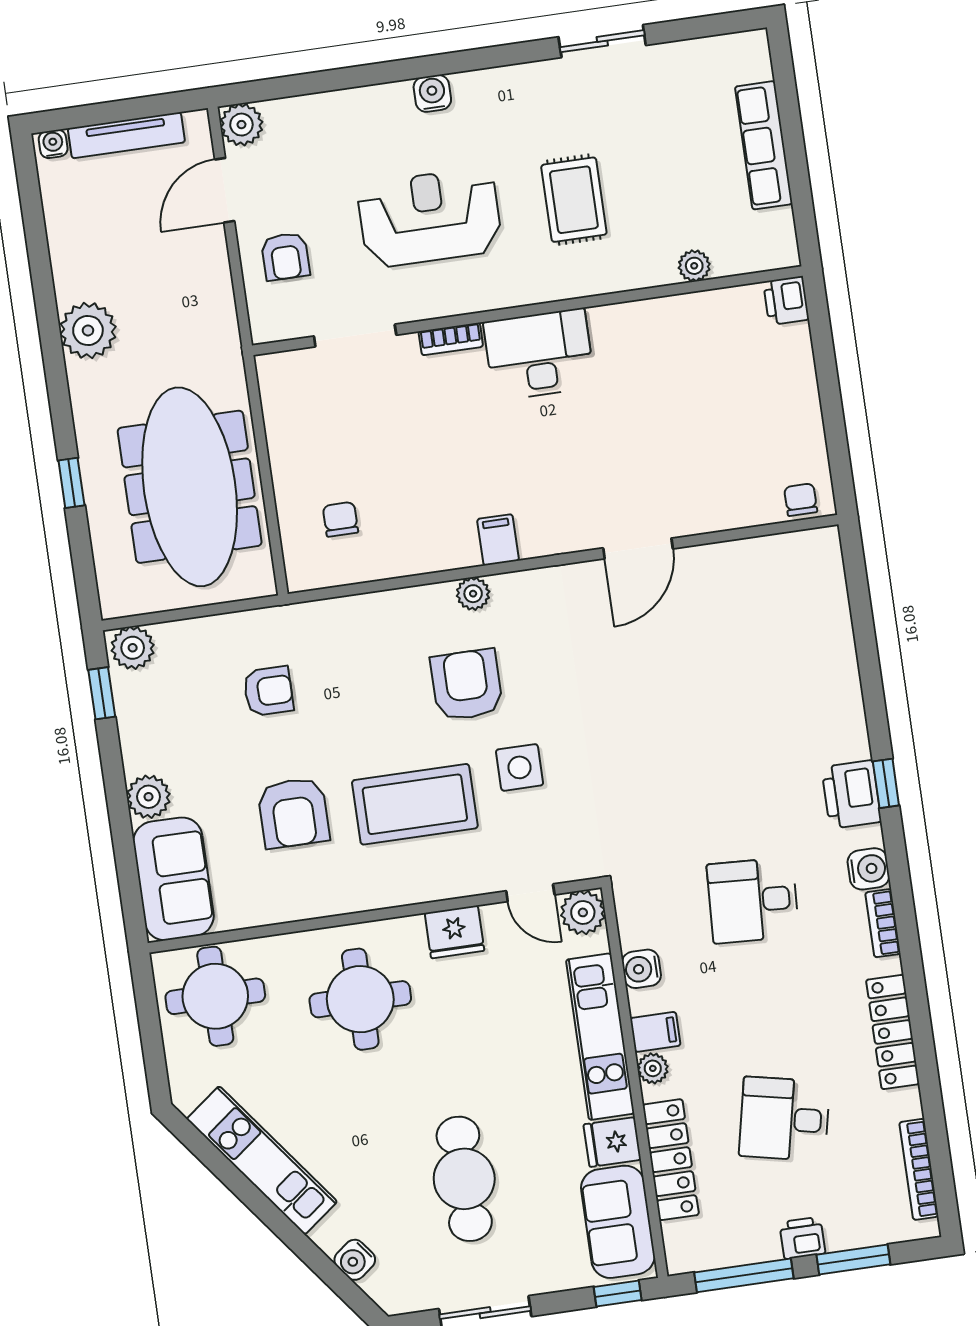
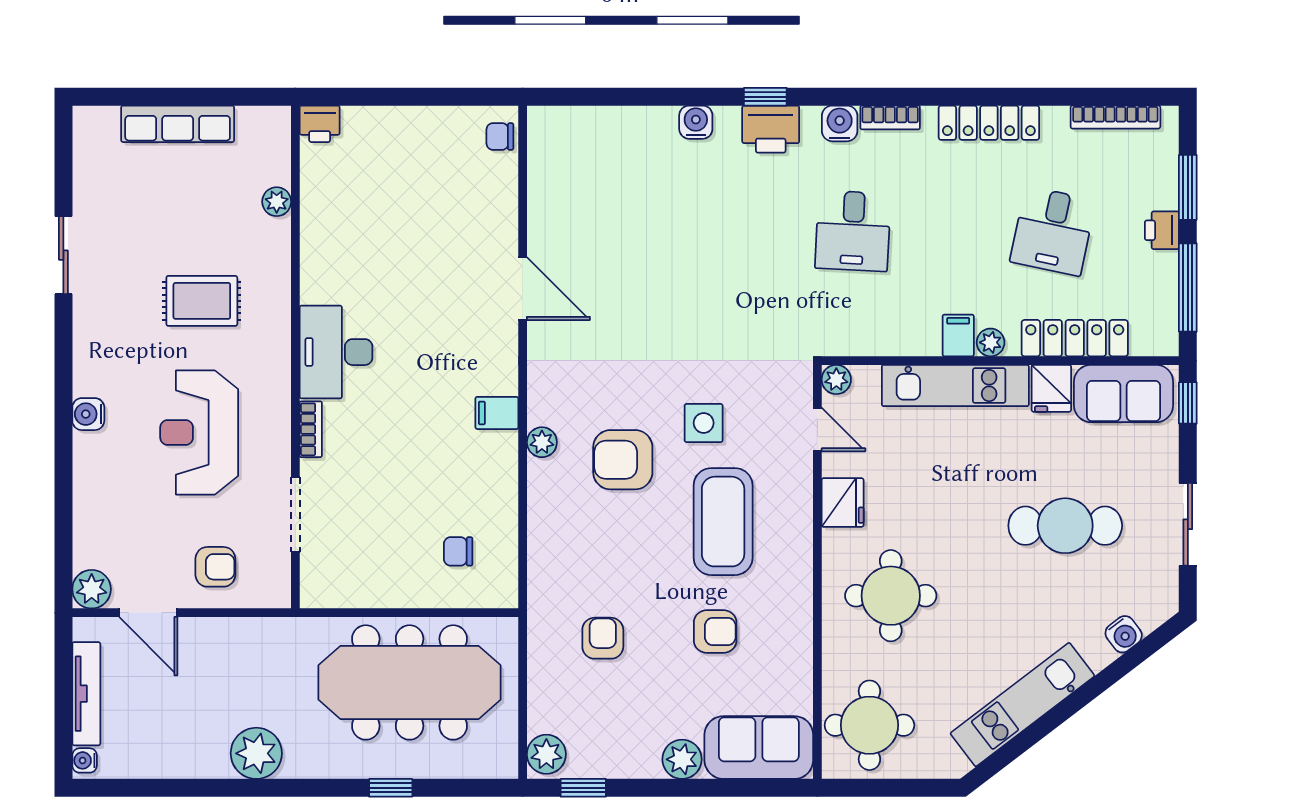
armchair: (293, 813) -> (715, 631), width x0.72, depth x0.72
door: (530, 893) -> (817, 430), hinge flipped
plant: (583, 912) -> (836, 379), width x0.73, depth x0.73
water cooler: (641, 969) -> (696, 122), moved, turned 180

